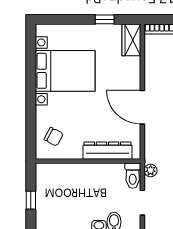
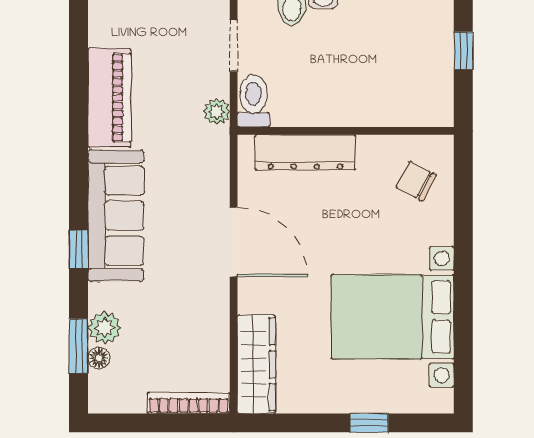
window: (105, 19) -> (369, 423), moved
wardrobe: (131, 40) -> (256, 364), width x1.50

